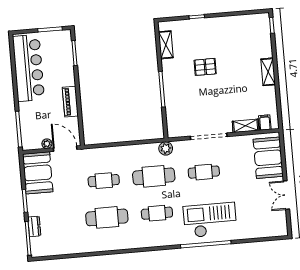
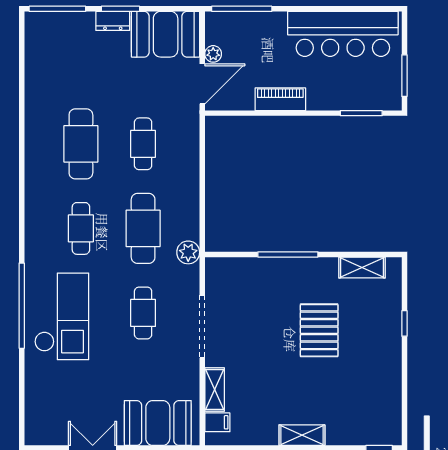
pallet: (205, 67) -> (319, 330), width x1.50, depth x1.42
dresser: (34, 226) -> (113, 21), moved

